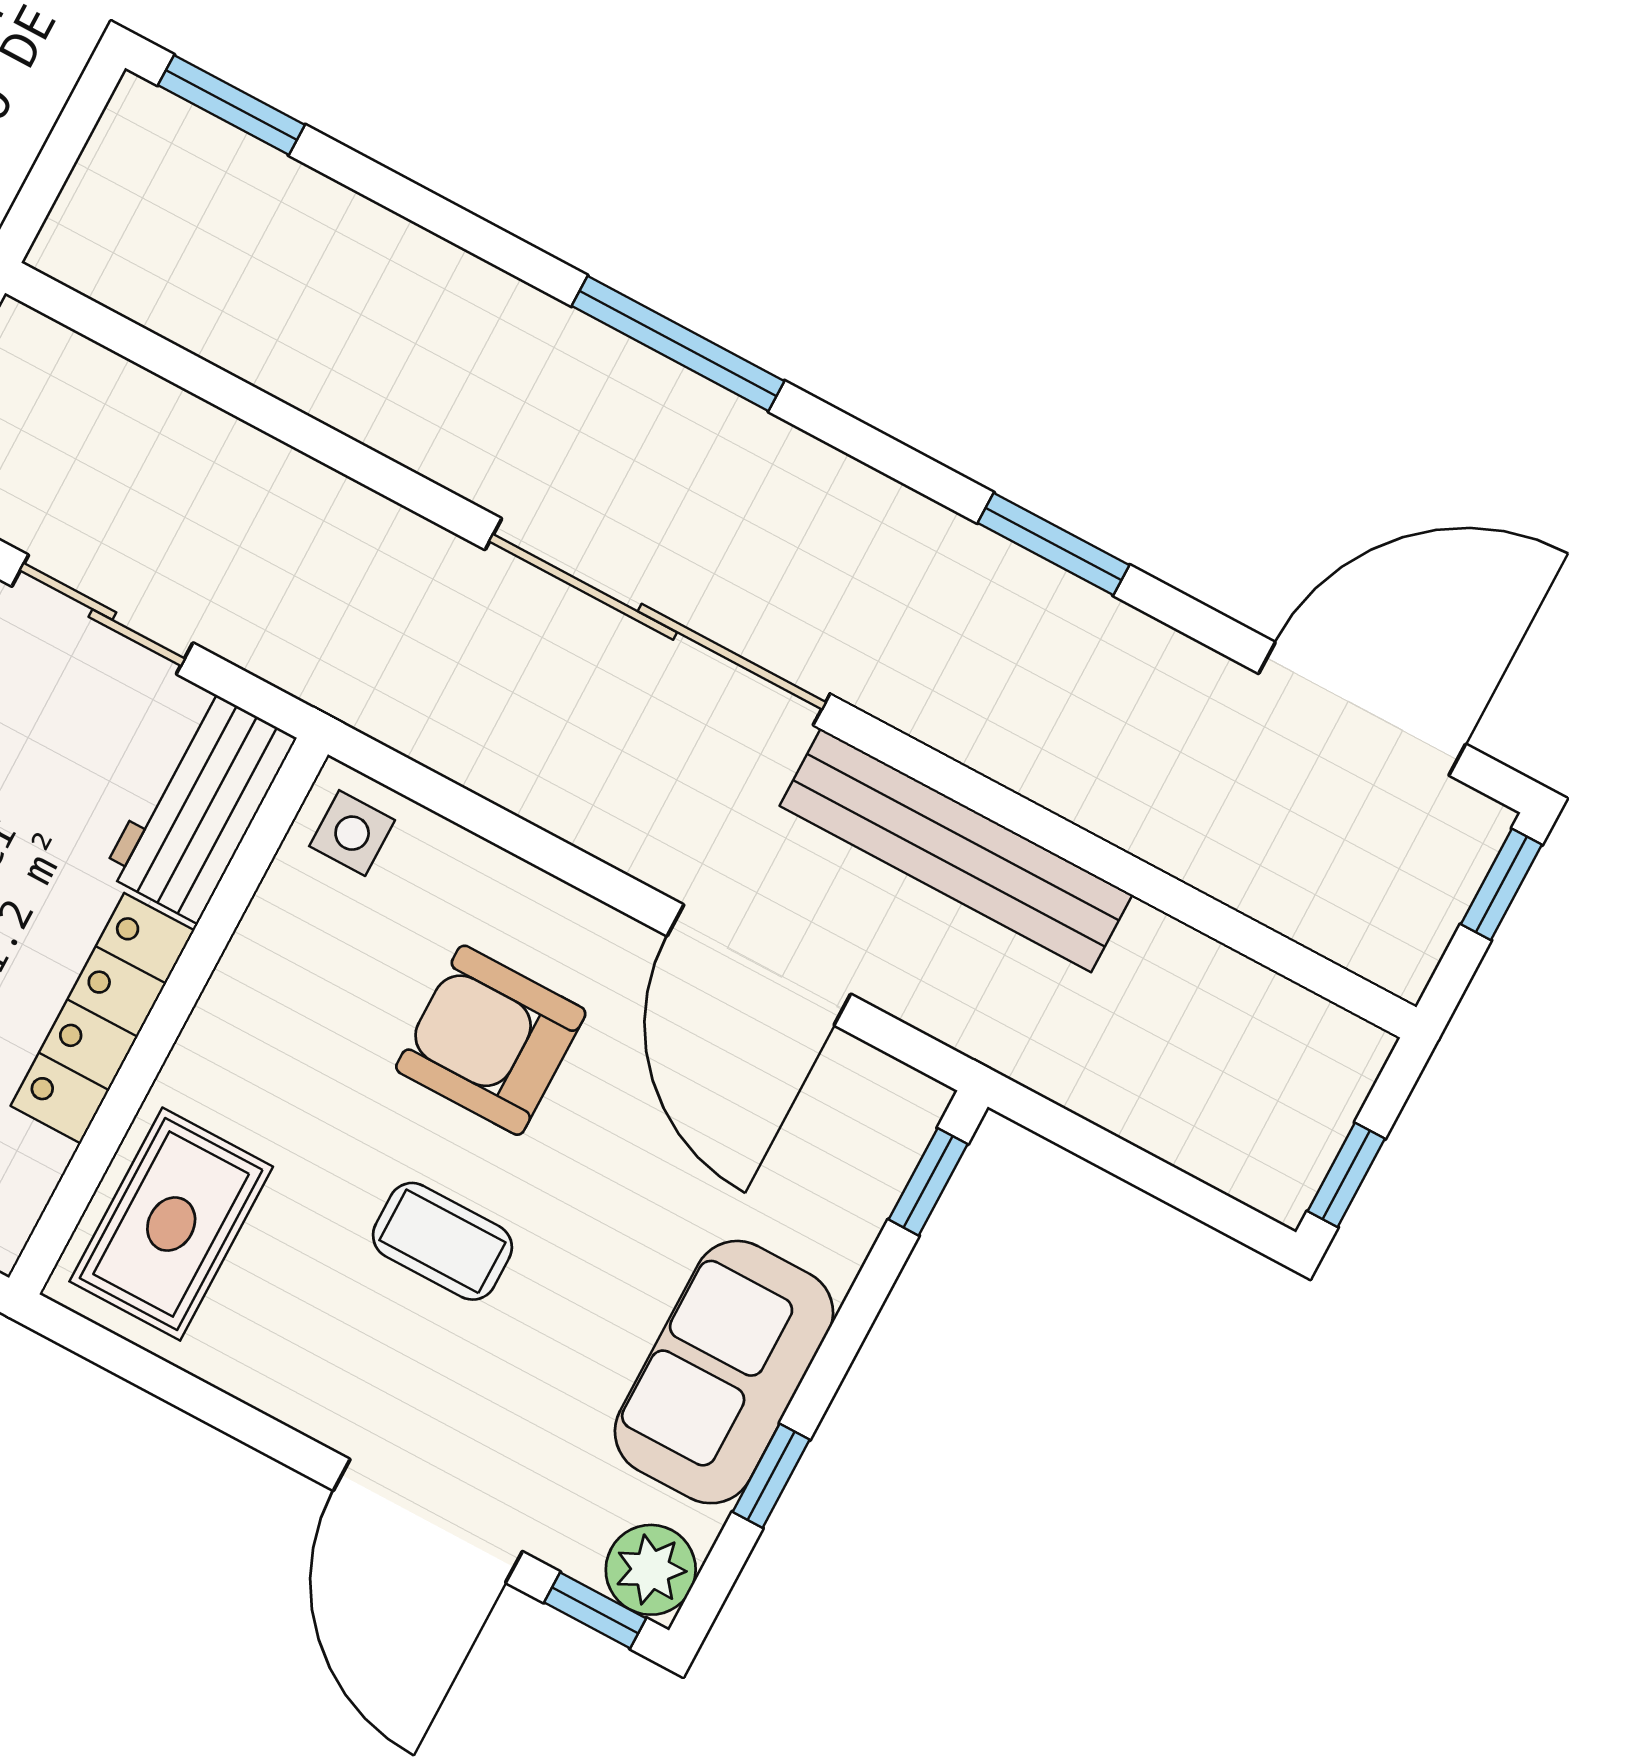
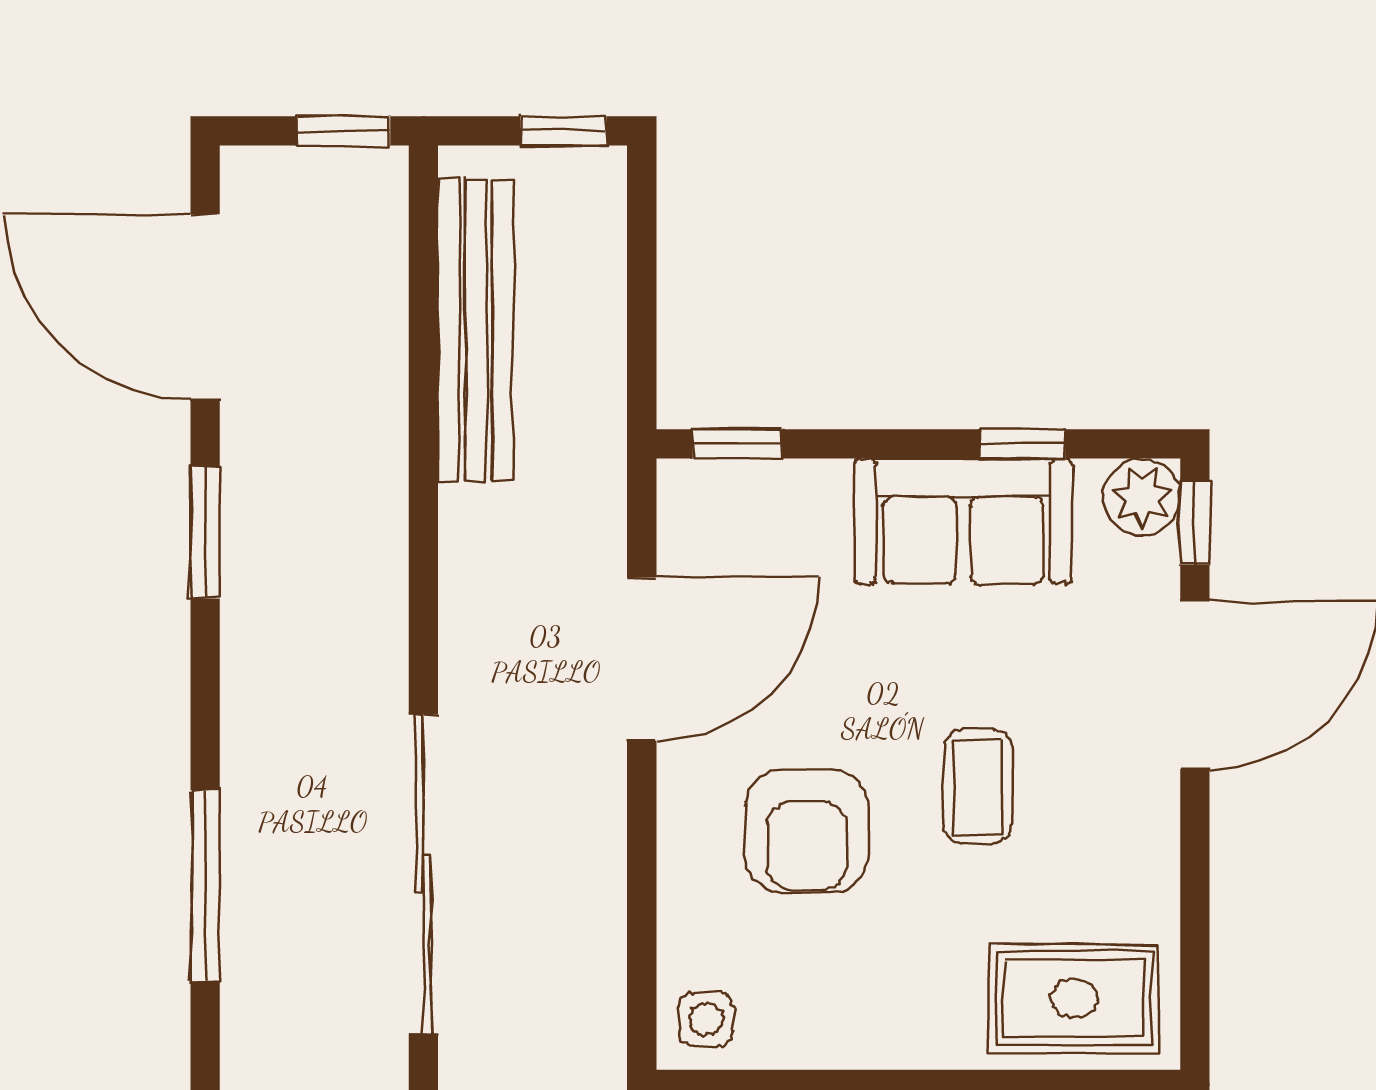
window: (678, 343) -> (205, 886), moved
window: (1054, 544) -> (205, 532), moved
bench: (956, 850) -> (476, 330), moved
window: (1501, 884) -> (344, 131), moved

